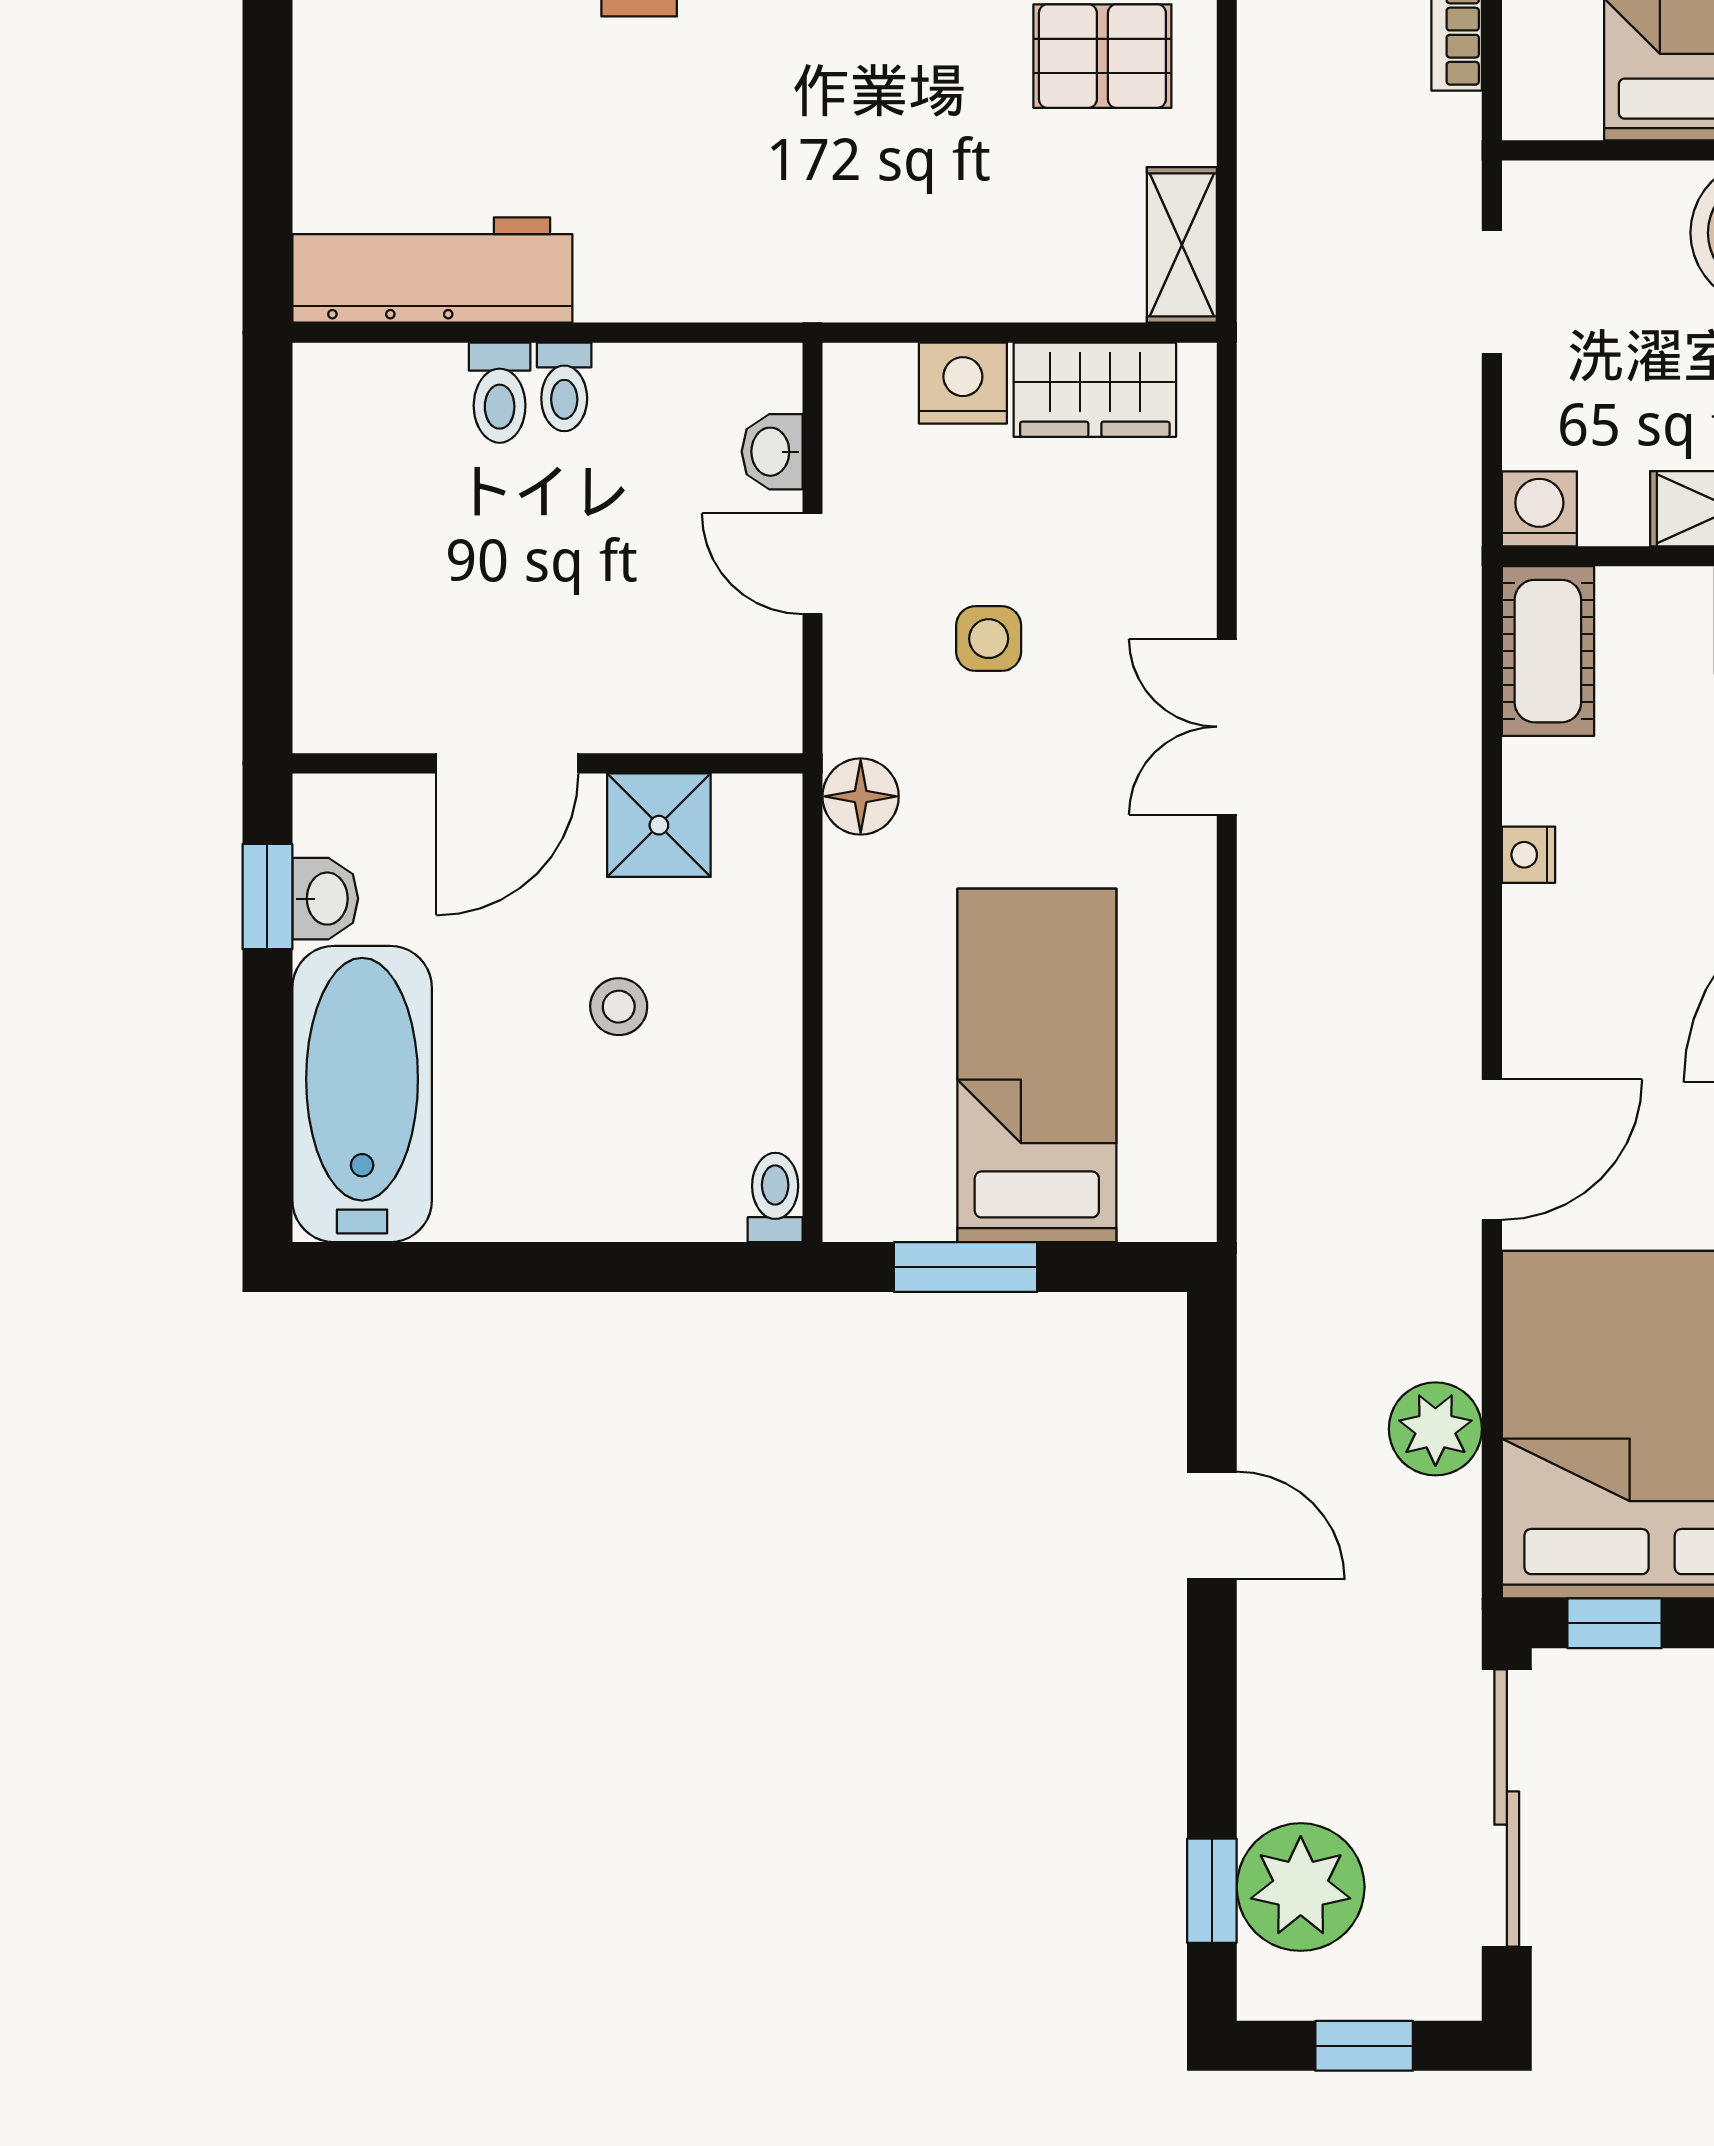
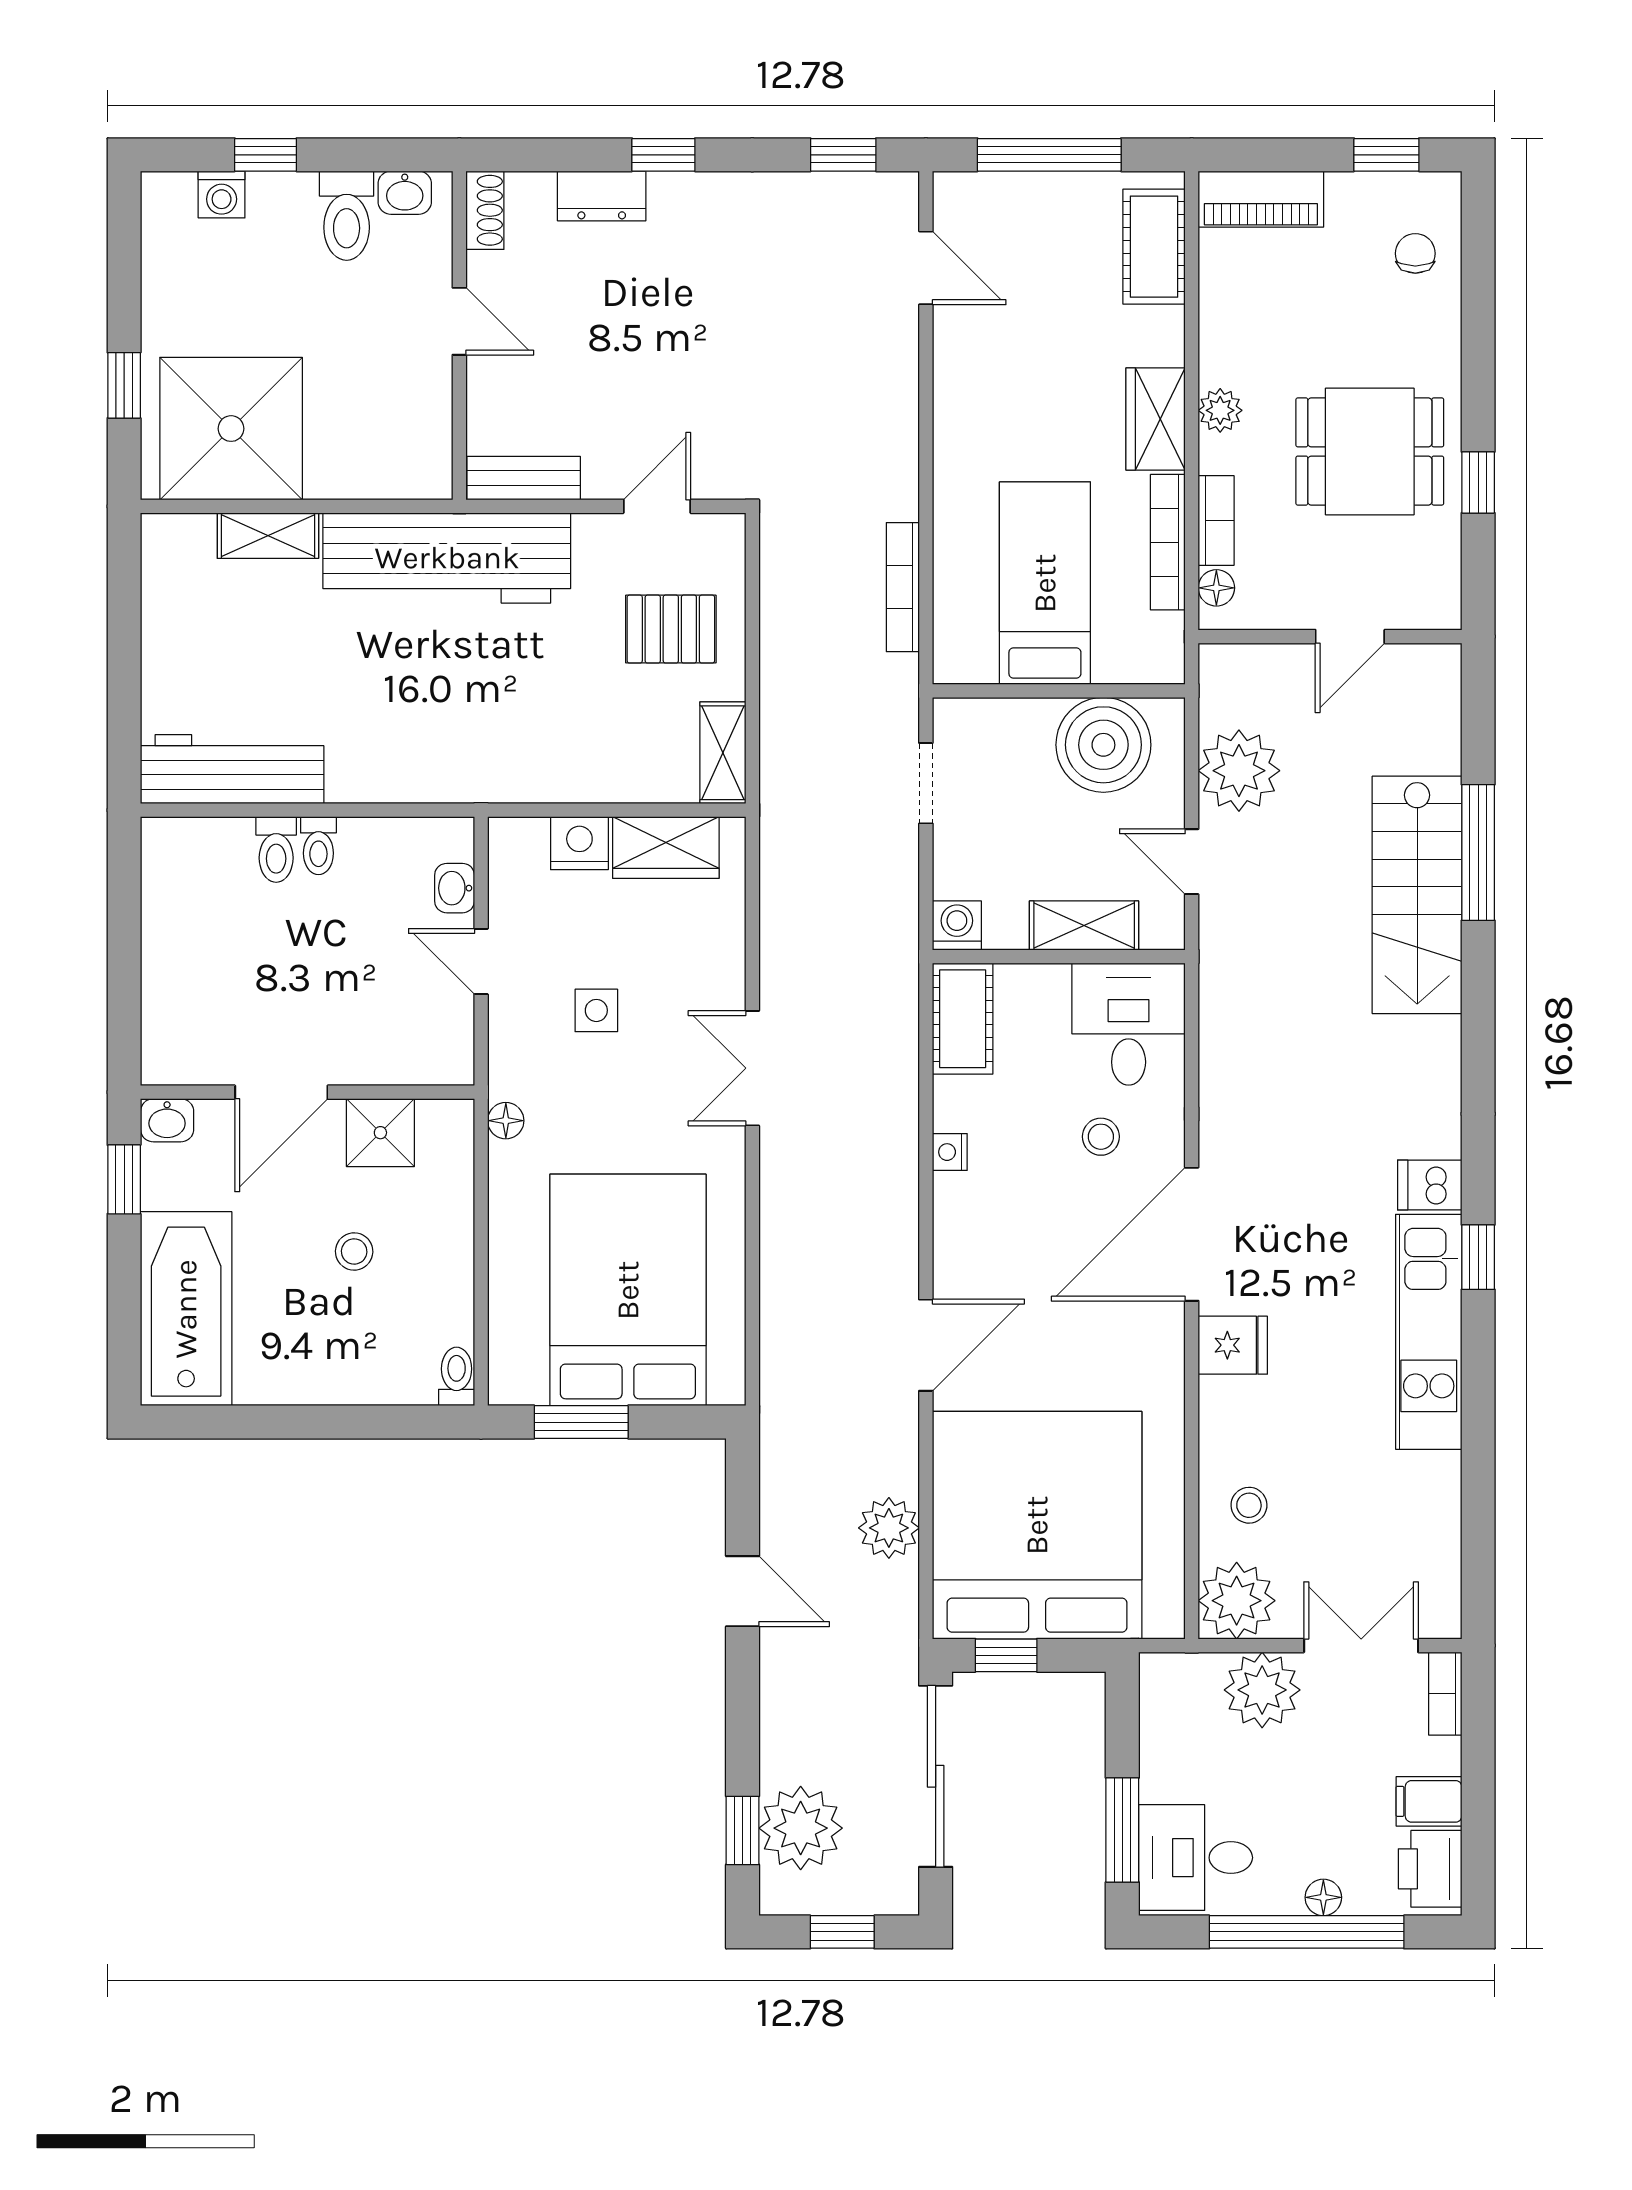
floor lamp: (861, 796) -> (506, 1121), width x0.73, depth x0.73
washbasin: (325, 899) -> (167, 1120), moved, turned 90
bed: (1037, 1065) -> (628, 1290), width x1.50

